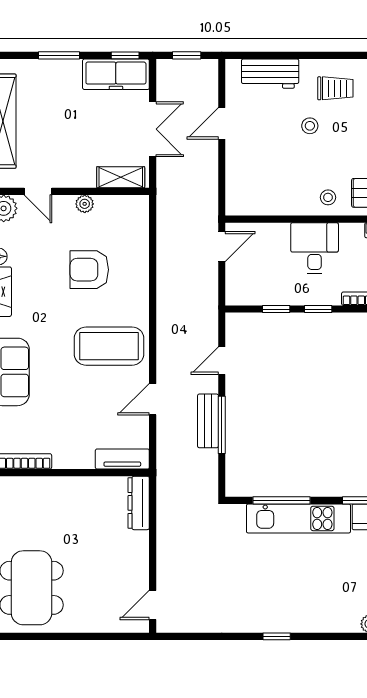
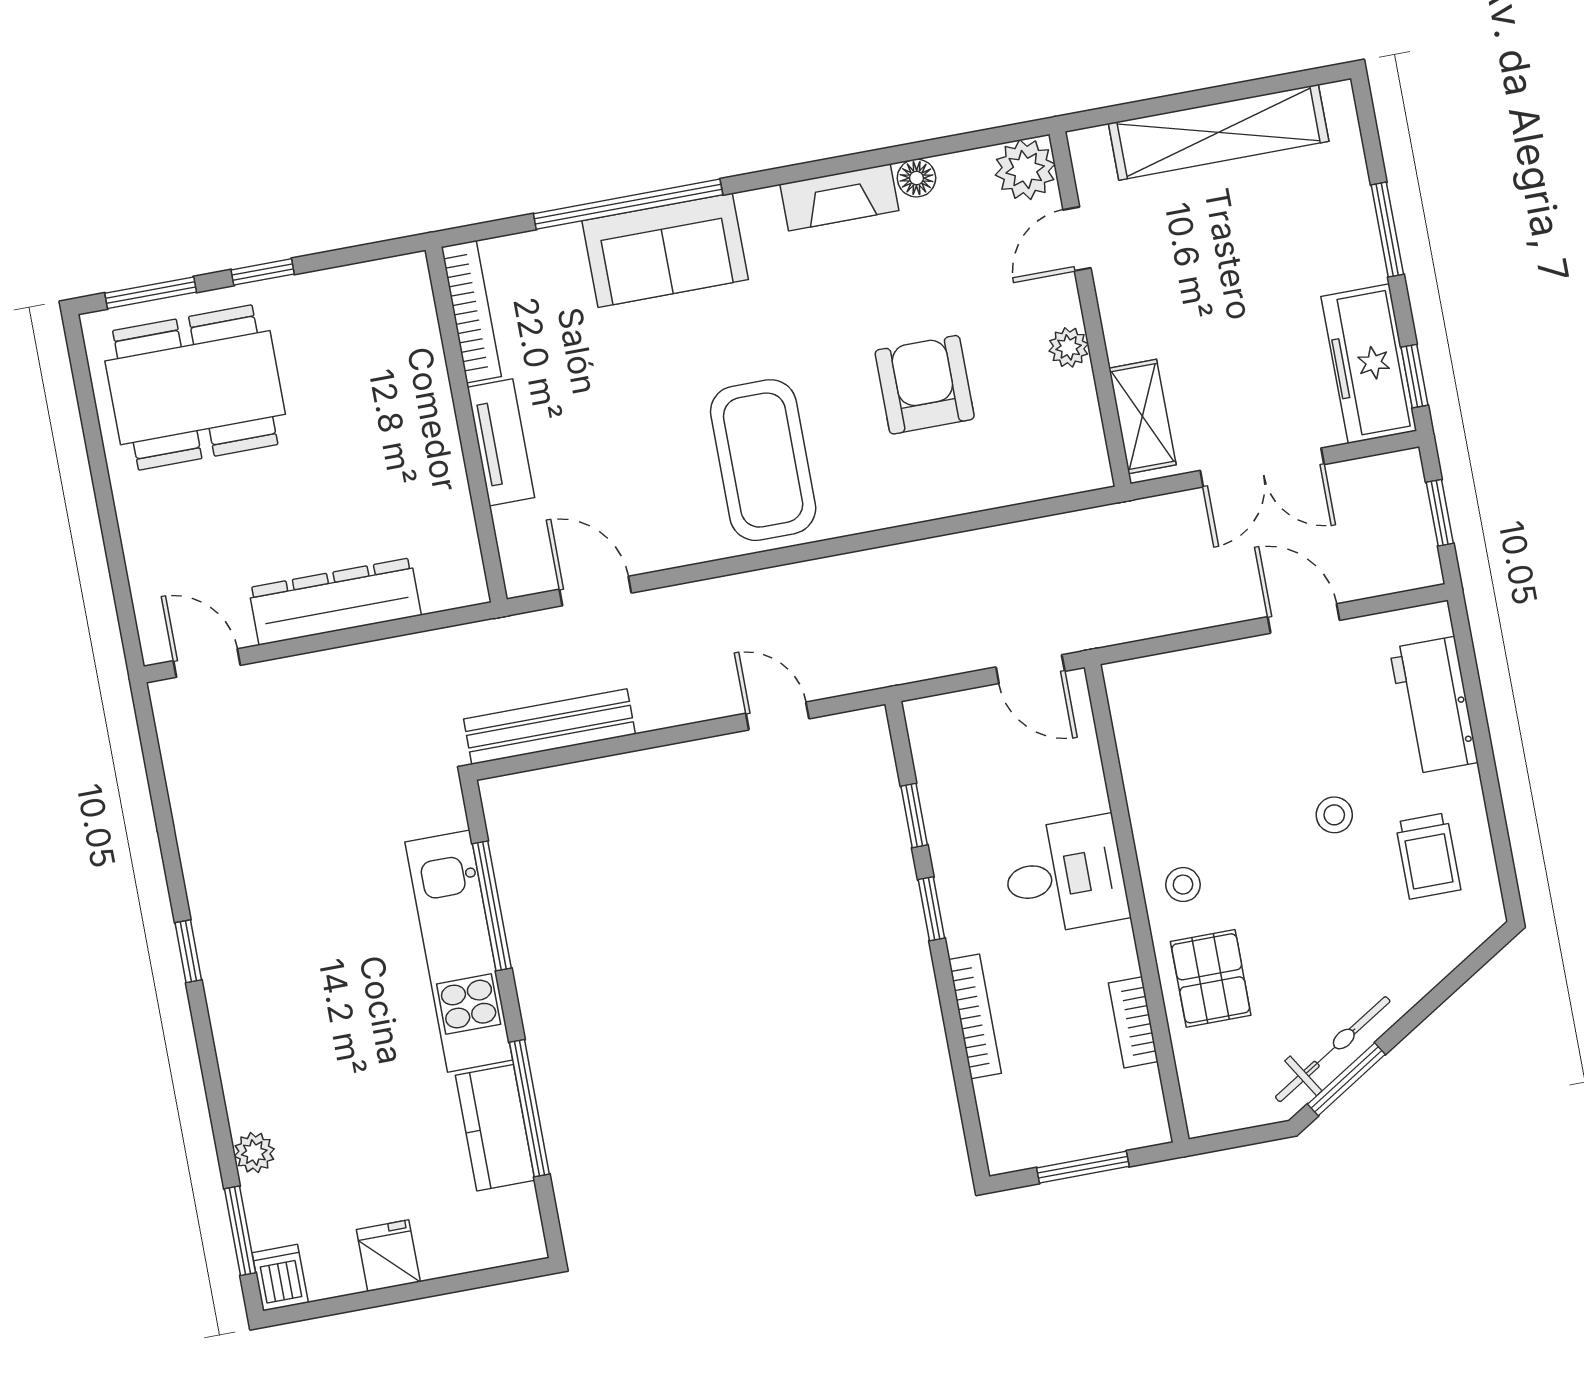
door: (153, 399) -> (595, 591), moved
bench: (208, 421) -> (549, 727), moved, width x1.36
window: (222, 425) -> (635, 742), removed
tv unit: (122, 459) -> (501, 442), moved
dresser: (139, 503) -> (335, 601), moved, width x1.37, depth x1.24

